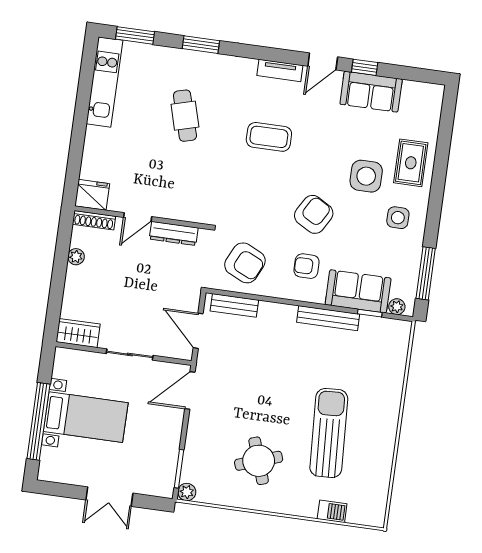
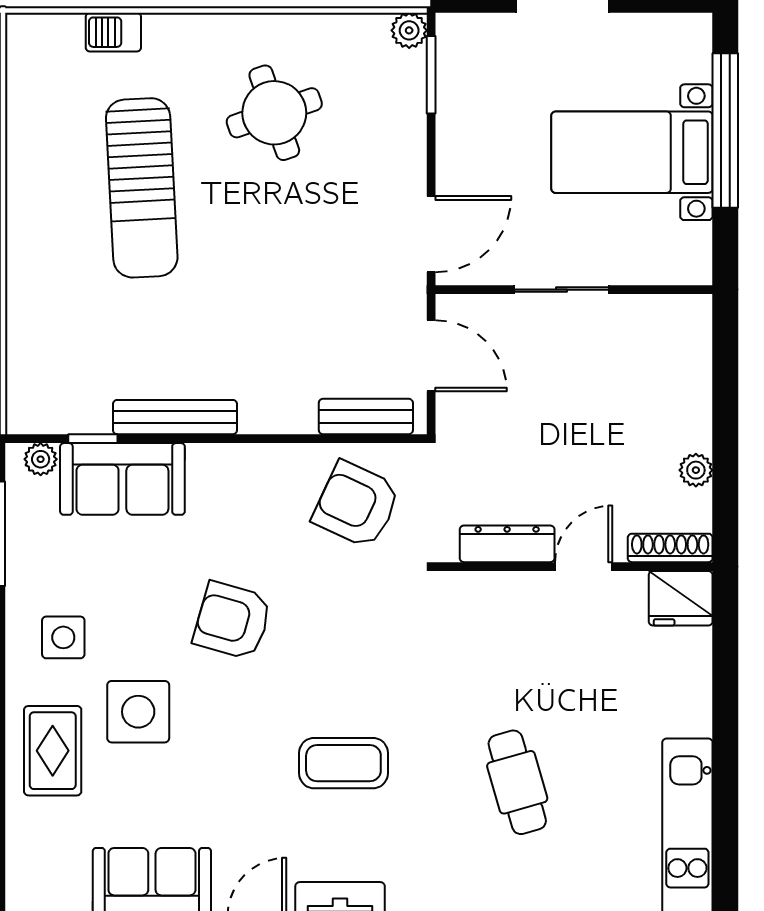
armchair: (314, 214) -> (232, 621), turned 76
armchair: (306, 266) -> (233, 515), removed
wardrobe: (78, 333) -> (671, 318), removed

